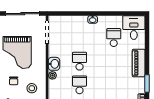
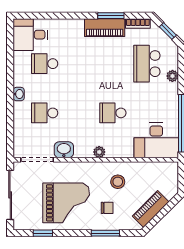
school desk: (80, 61) -> (45, 113), moved
piano: (139, 63) -> (105, 28), moved
washbasin: (54, 64) -> (64, 150), moved

